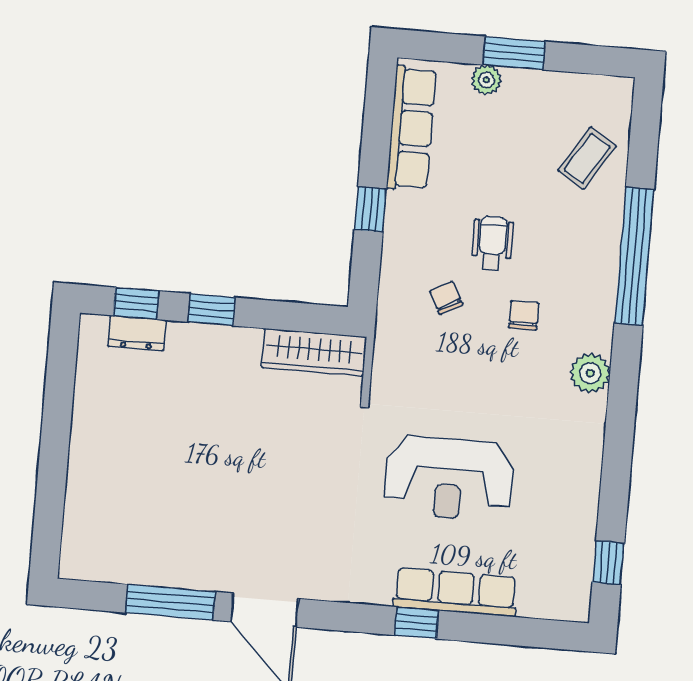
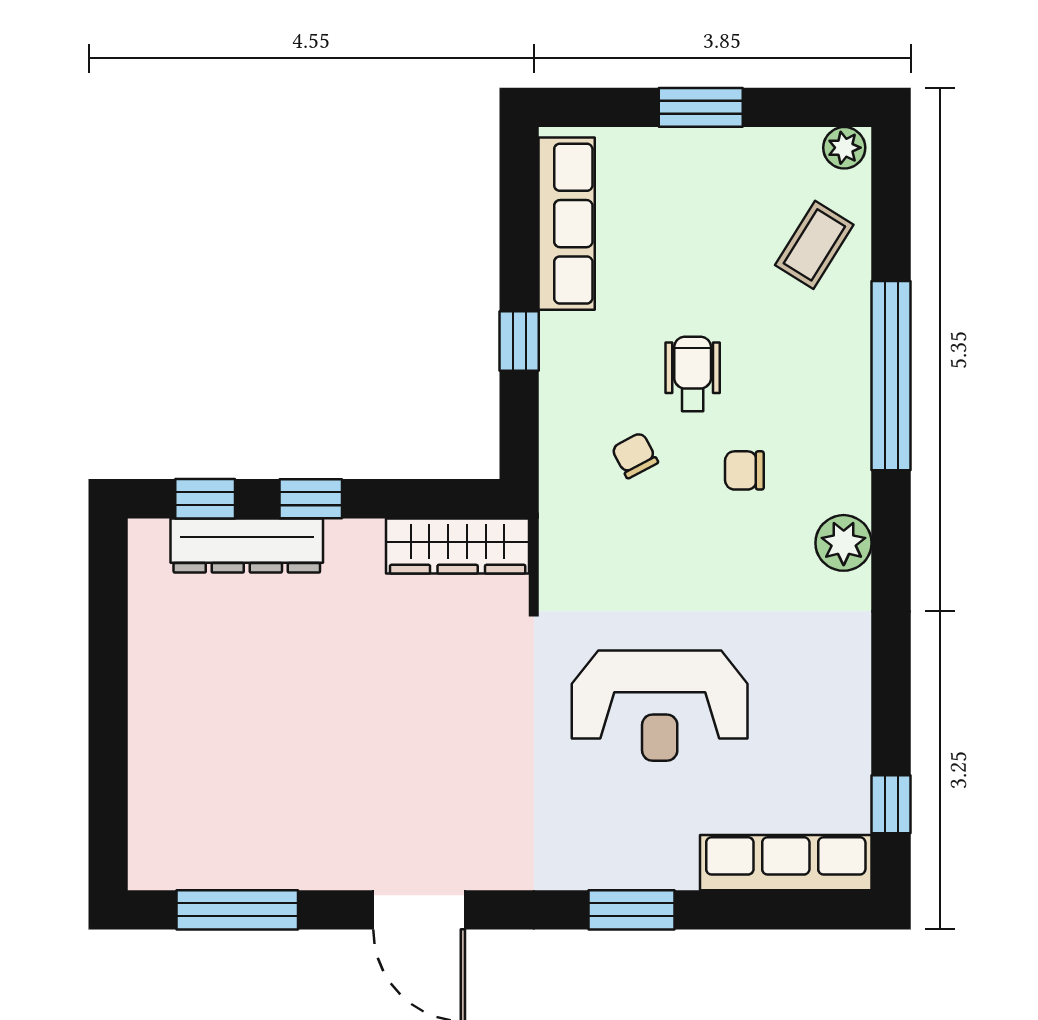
plant: (486, 80) -> (844, 148), moved
chair: (524, 315) -> (744, 470), turned -90
dresser: (137, 333) -> (247, 546), width x1.96, depth x1.24
row of seats: (456, 592) -> (786, 863), moved
window: (170, 602) -> (237, 910), moved
window: (416, 623) -> (631, 910), width x1.50

